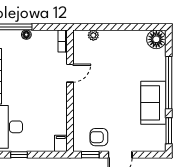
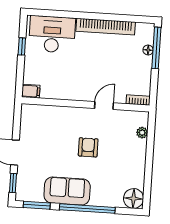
floor lamp: (26, 35) -> (148, 50), moved
door: (70, 73) -> (104, 106), swing flipped
armchair: (99, 137) -> (88, 147), moved
window: (90, 155) -> (13, 183), moved

